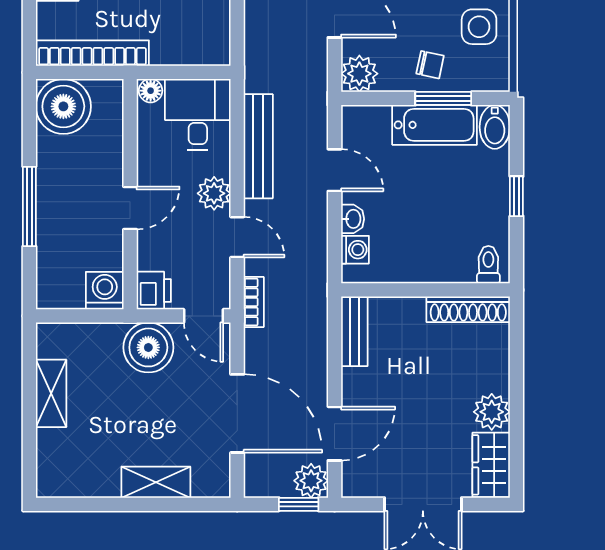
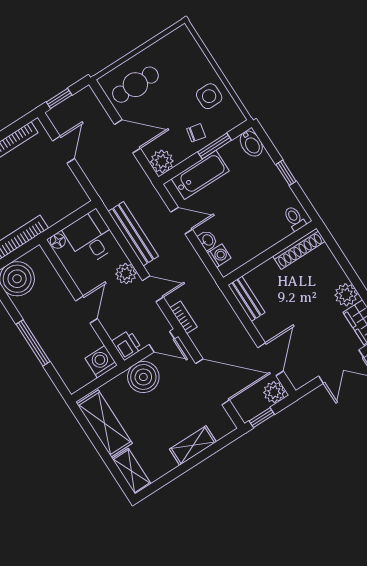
bathtub: (435, 125) -> (200, 175), moved
shelving: (51, 393) -> (105, 423), width x1.50, depth x1.33
shelving: (51, 464) -> (132, 471), added
window: (299, 504) -> (262, 418), moved

